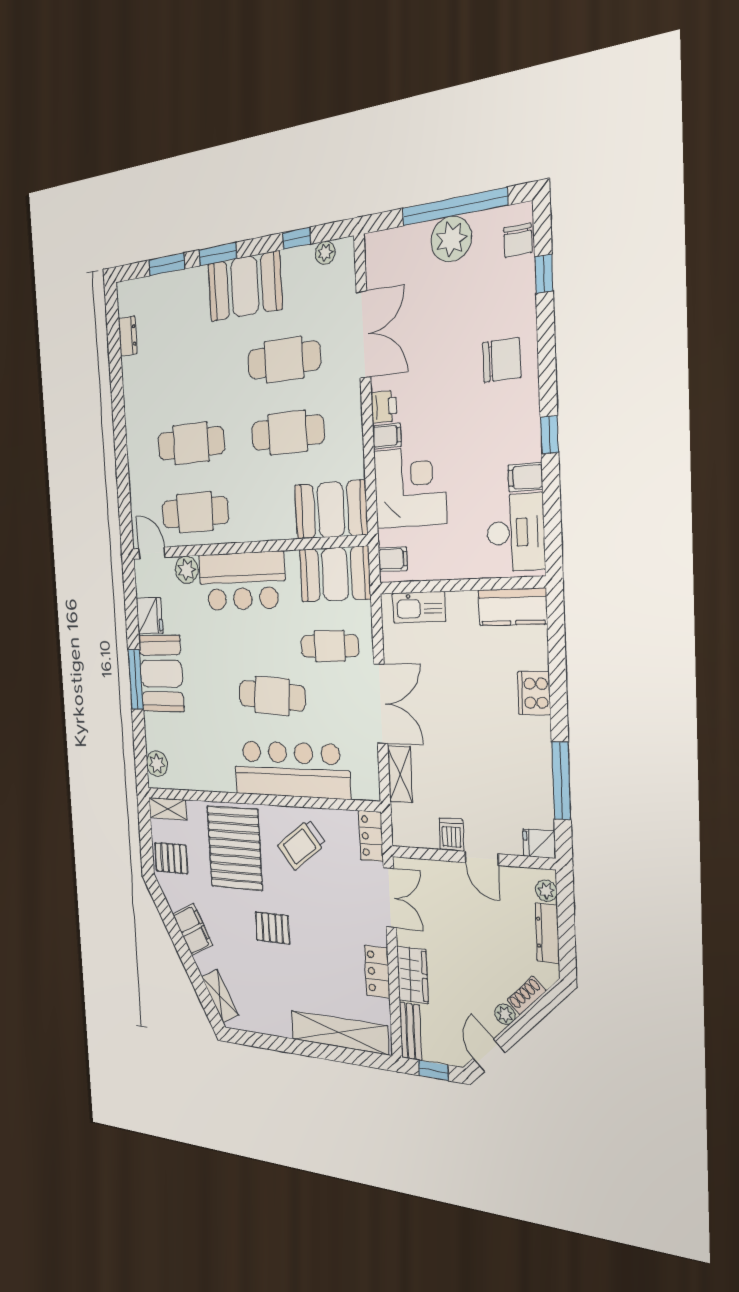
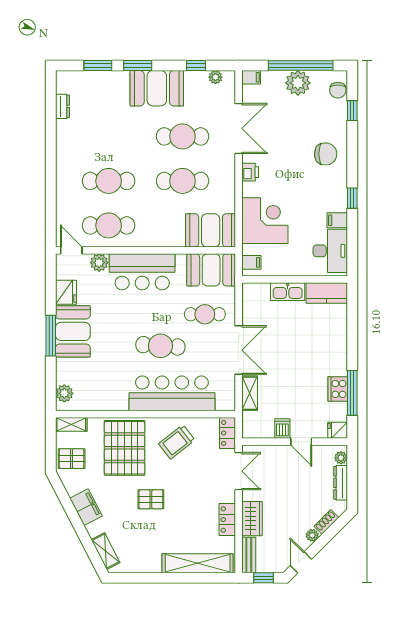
filing cabinet: (387, 436) -> (251, 77), moved
kitchen sink: (419, 607) -> (288, 292), moved
cooker: (534, 693) -> (338, 389), moved

